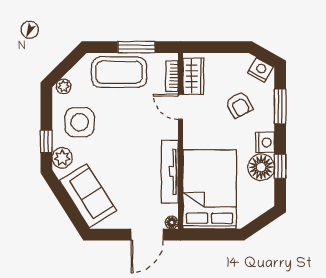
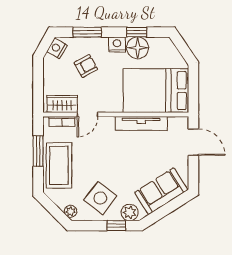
side table: (80, 122) -> (100, 198), turned 38
floor lamp: (172, 223) -> (183, 122), removed

